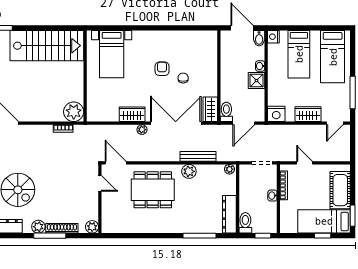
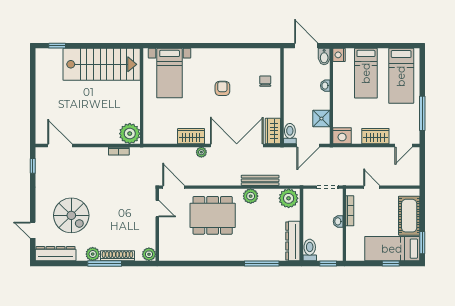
chair: (183, 78) -> (265, 81), moved
shower: (257, 81) -> (321, 119), moved
plant: (229, 169) -> (289, 198), width x1.88, depth x1.88

